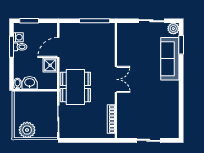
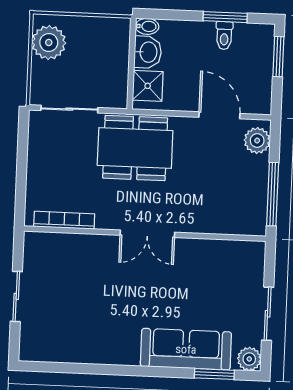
plant: (69, 29) -> (257, 141), added
washing machine: (18, 37) -> (245, 32), removed
shower: (50, 65) -> (148, 86), moved

